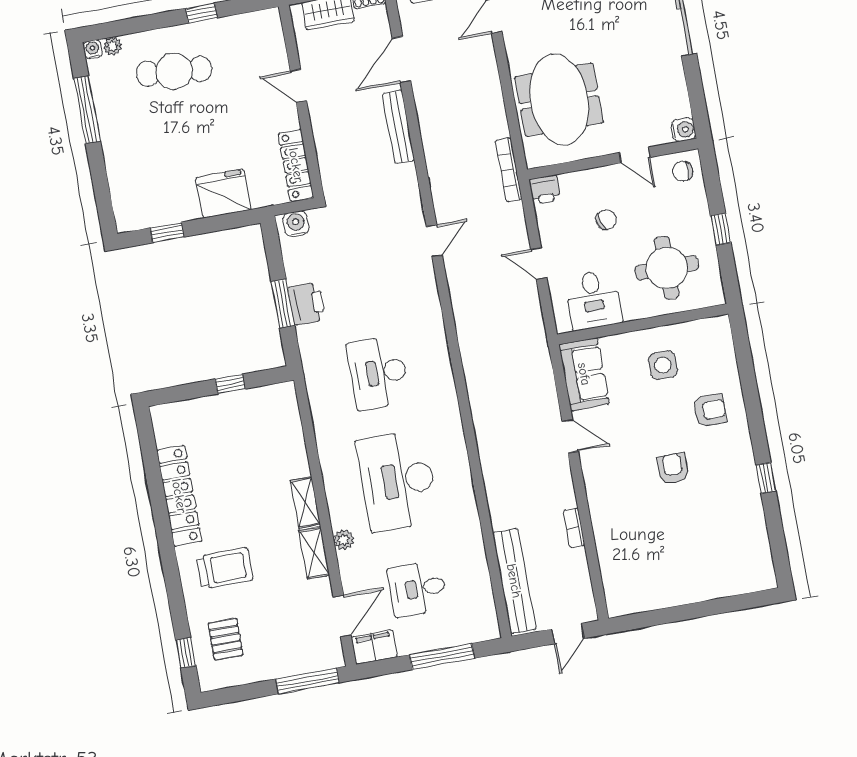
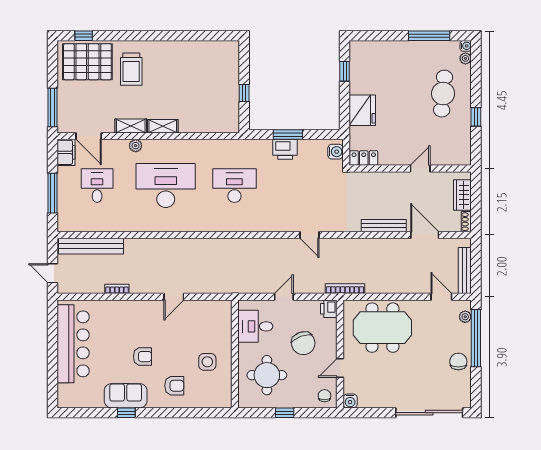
locker: (296, 165) -> (364, 158), width x0.66
chair: (606, 220) -> (303, 343), width x1.87, depth x1.87
sofa: (584, 374) -> (126, 396), moved, turned 180
armchair: (710, 410) -> (174, 386), turned -90
locker: (179, 496) -> (181, 49), removed
bar counter: (673, 581) -> (73, 344), added
pallet: (225, 639) -> (87, 62), width x2.05, depth x2.00

